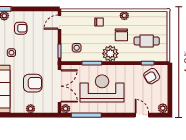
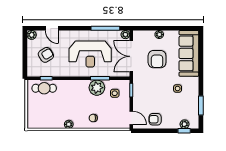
door: (59, 22) -> (131, 118), hinge flipped
armchair: (21, 28) -> (155, 119), moved
chair: (121, 35) -> (72, 106), removed
cafe table: (147, 41) -> (44, 88), moved
plant: (110, 54) -> (97, 88), moved
armchair: (152, 76) -> (46, 55), moved
armchair: (33, 83) -> (157, 59), turned -90

